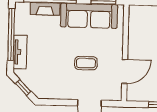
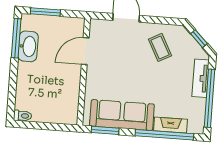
coffee table: (86, 63) -> (160, 47), moved, turned 62

